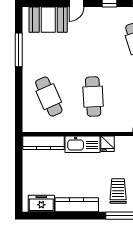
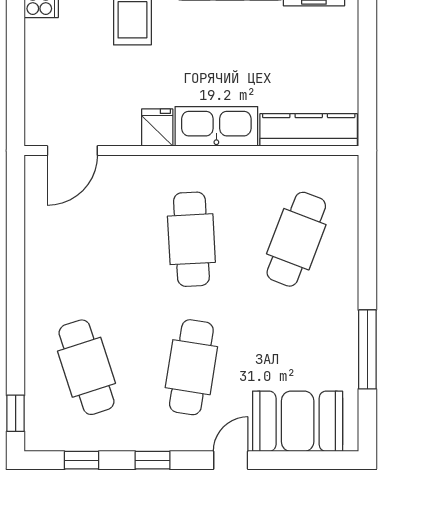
cafe table: (93, 42) -> (191, 367), added
cafe table: (49, 97) -> (296, 239), turned 45

